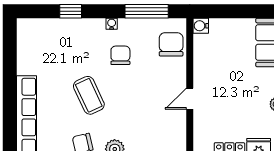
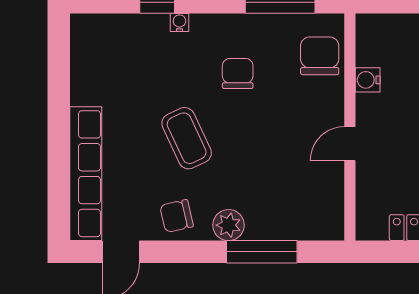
water cooler: (112, 24) -> (179, 22), moved
water cooler: (201, 26) -> (368, 80), moved

